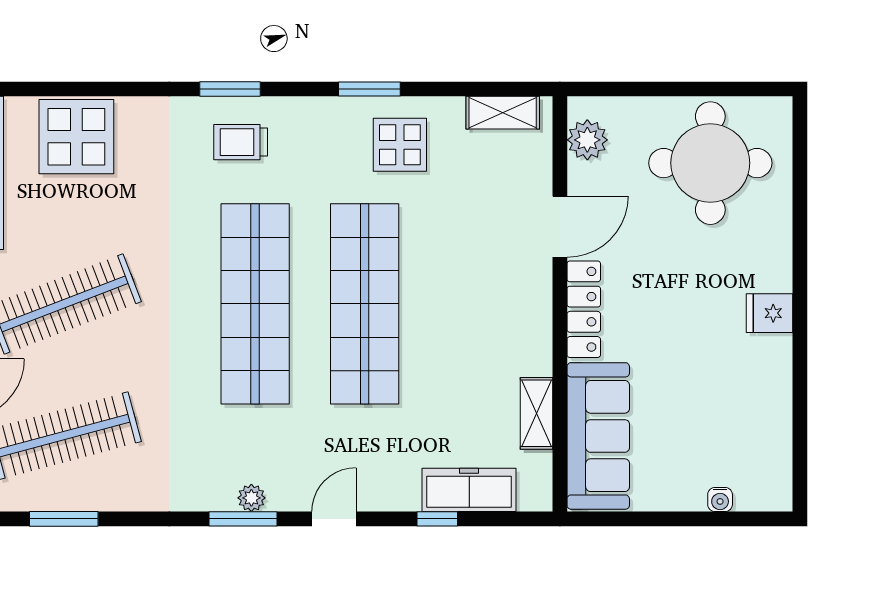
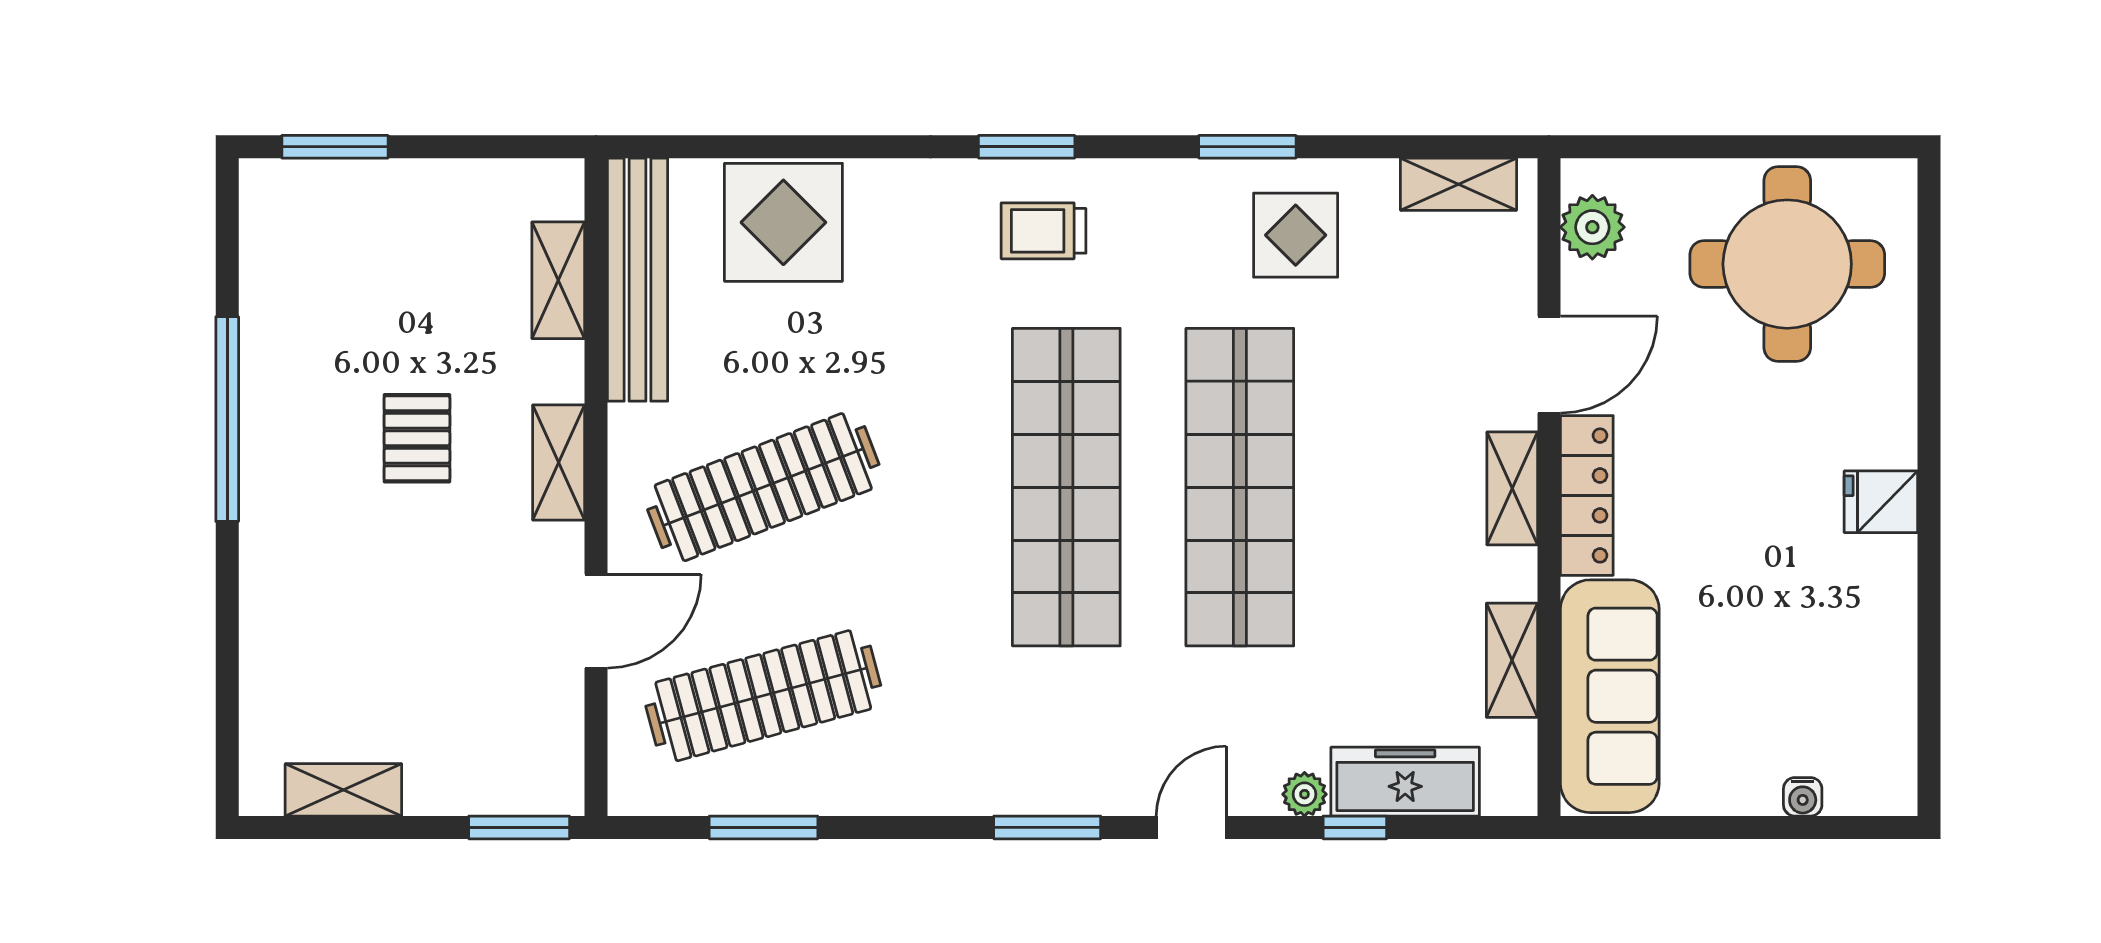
shelving: (537, 305) -> (1512, 488), added
plant: (251, 498) -> (1304, 794), moved

